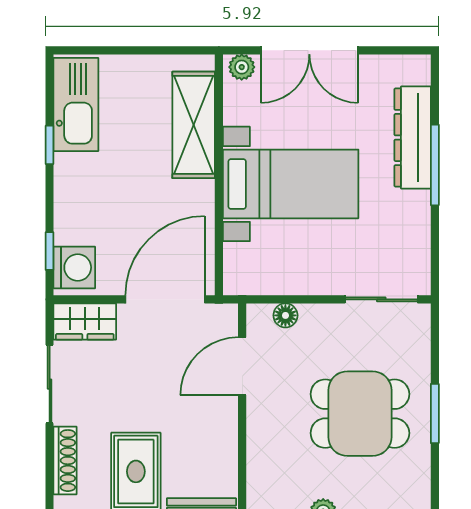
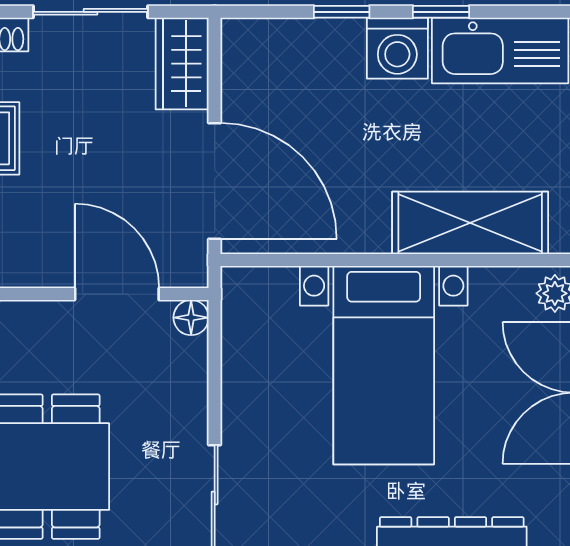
window: (50, 251) -> (342, 12), moved
washing machine: (74, 267) -> (397, 48), moved
floor lamp: (285, 315) -> (191, 318), moved

